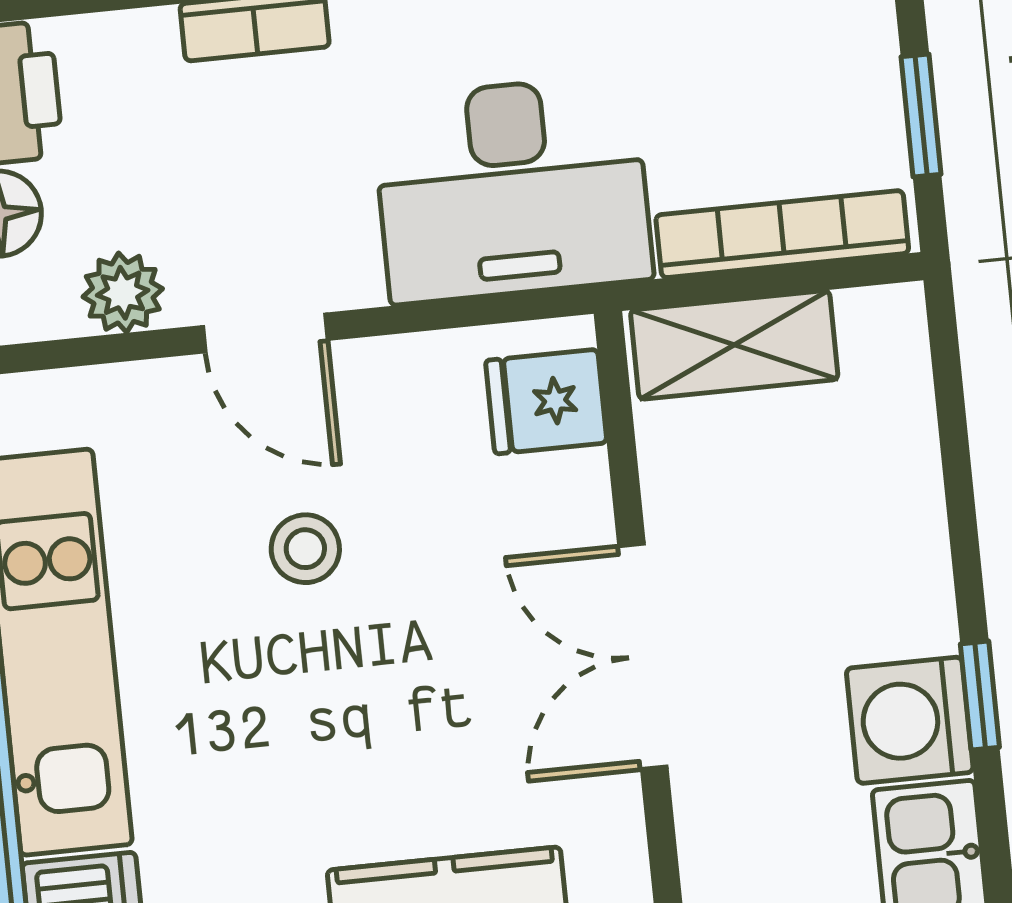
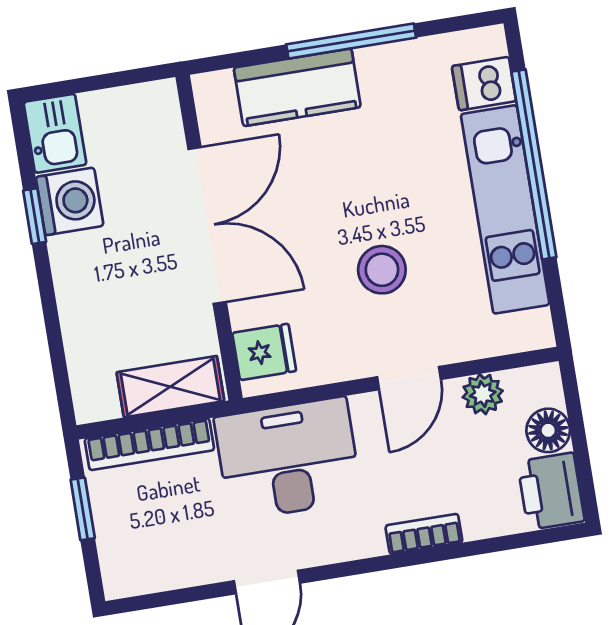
door: (265, 333) -> (409, 378), swing flipped
stool: (305, 549) -> (382, 270), width x1.37, depth x1.37
double door: (643, 656) -> (207, 225), width x1.37

